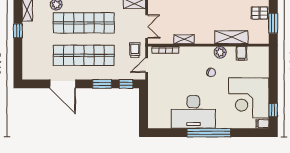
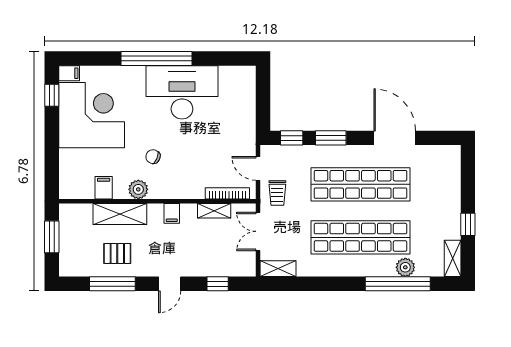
pallet: (260, 13) -> (117, 253), moved
filing cabinet: (200, 38) -> (172, 213), added
shelving: (184, 39) -> (214, 211), moved
door: (147, 65) -> (258, 168), swing flipped

